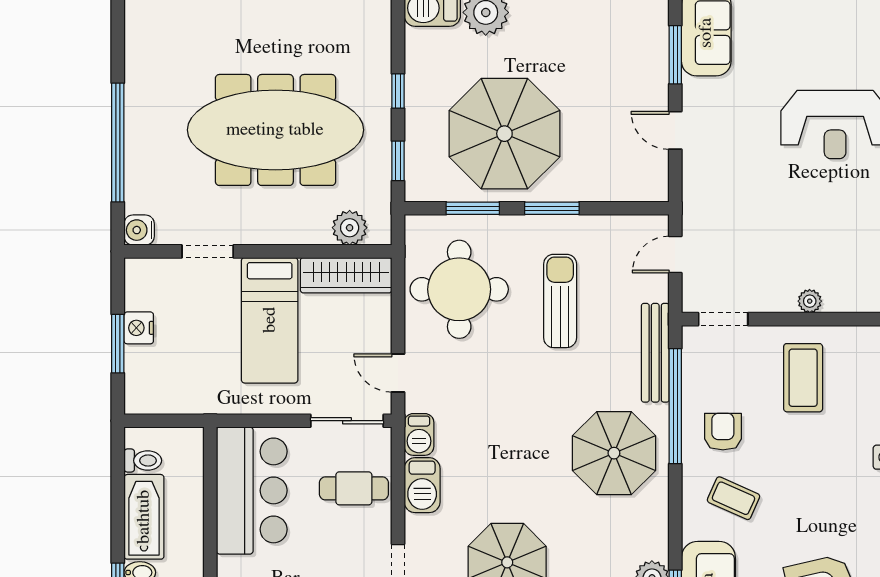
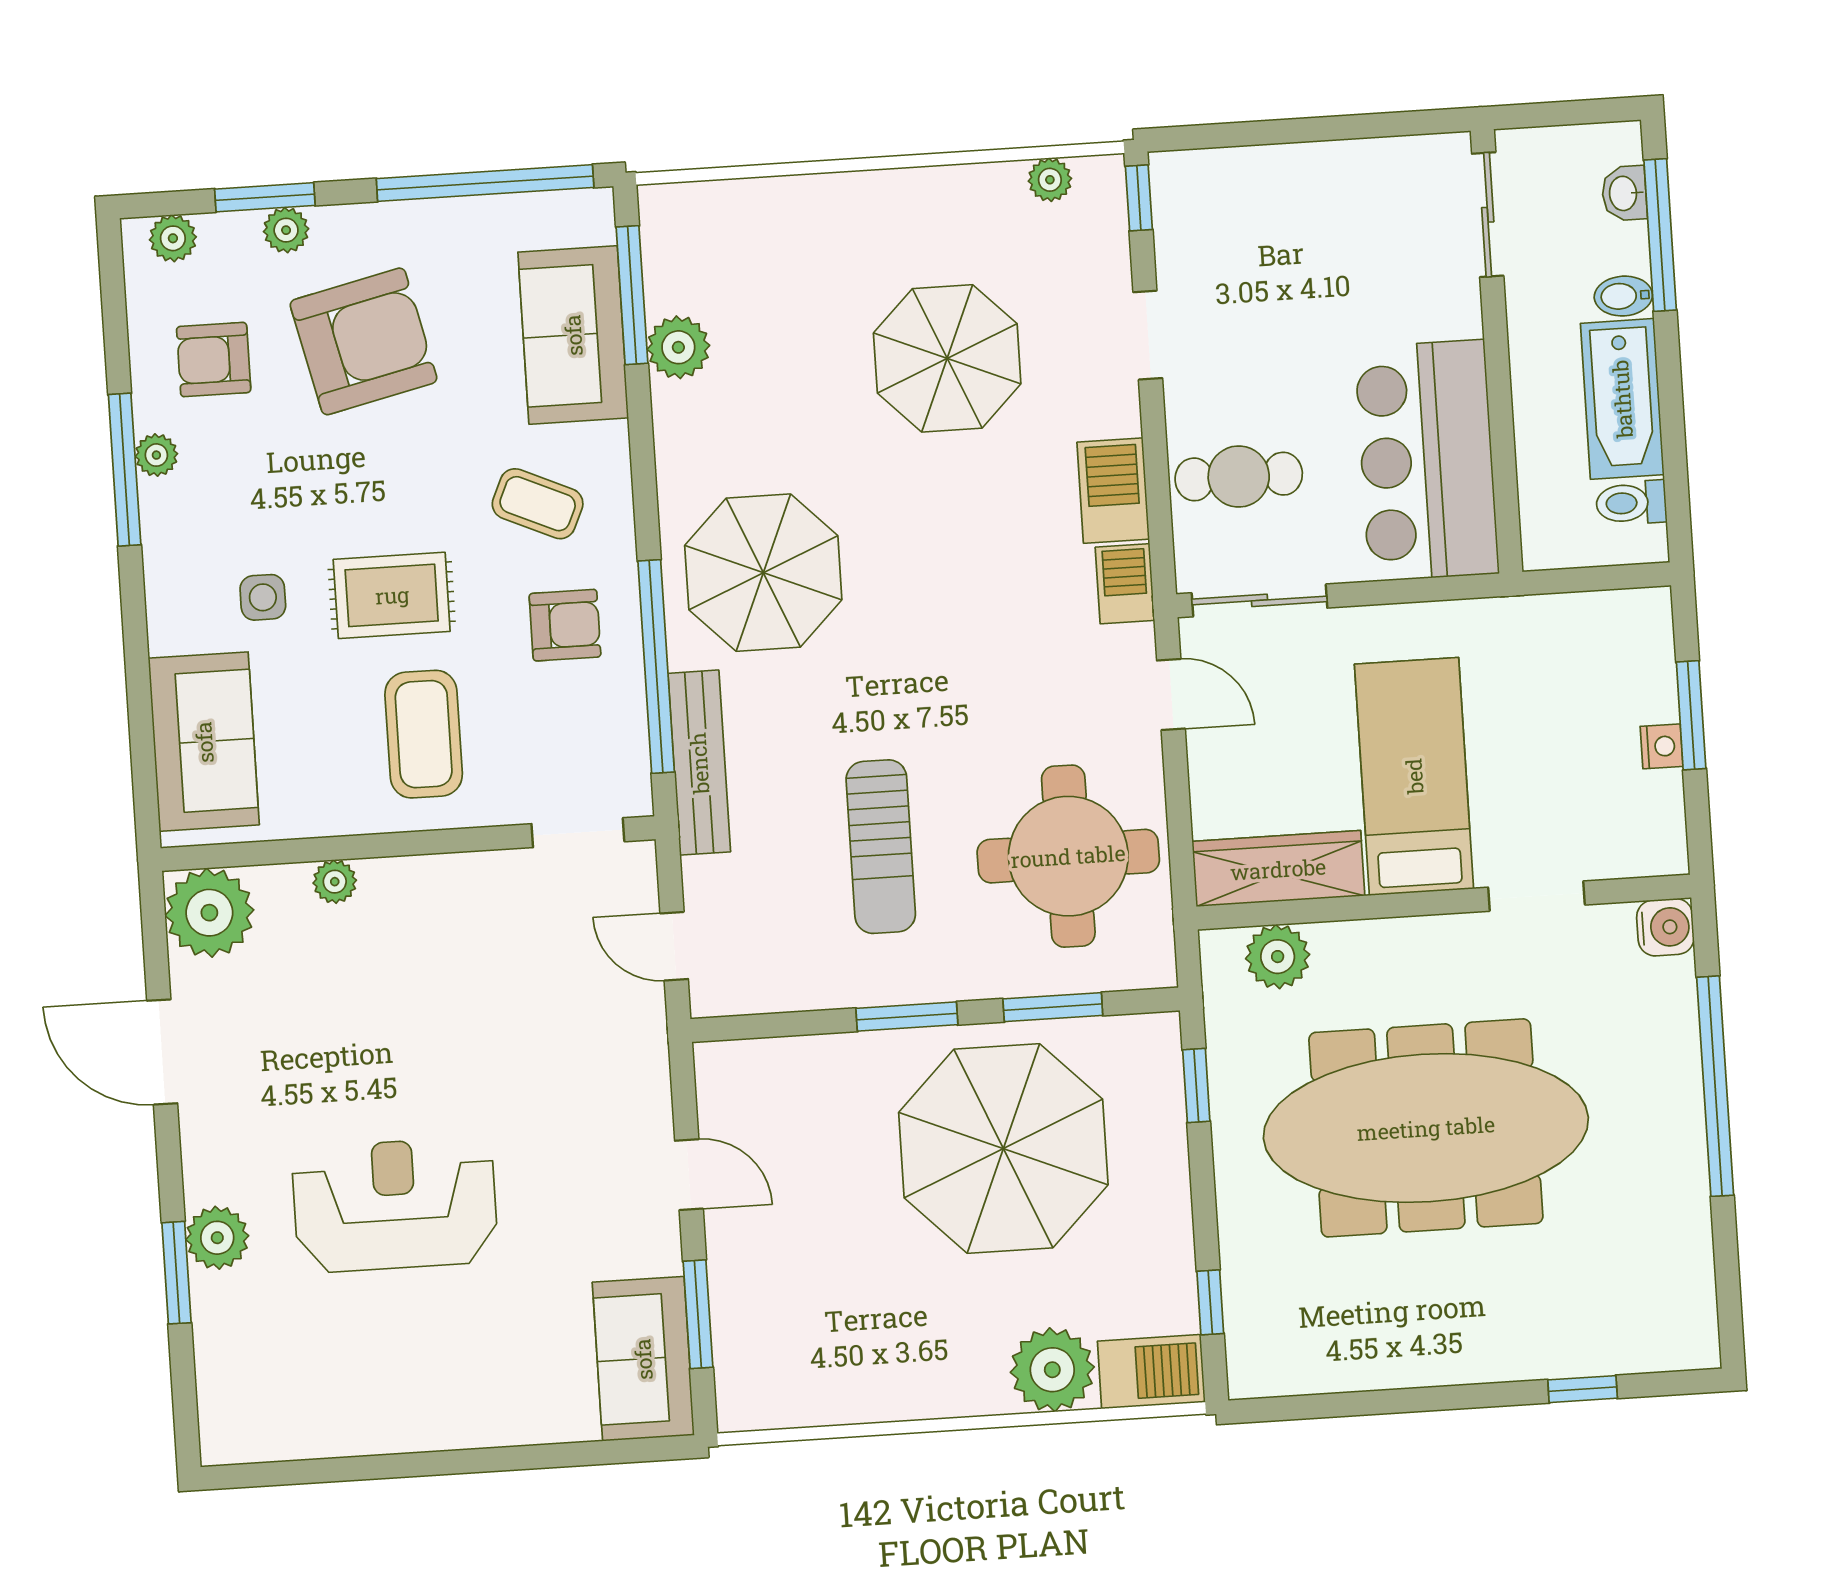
window: (398, 91) -> (1210, 1302), moved
door: (675, 254) -> (674, 946), swing flipped
plant: (810, 301) -> (335, 882), moved
nightstand: (139, 328) -> (1662, 746), width x0.72, depth x0.74
armchair: (723, 432) -> (565, 625), turned -90
rug: (816, 454) -> (392, 595), added

